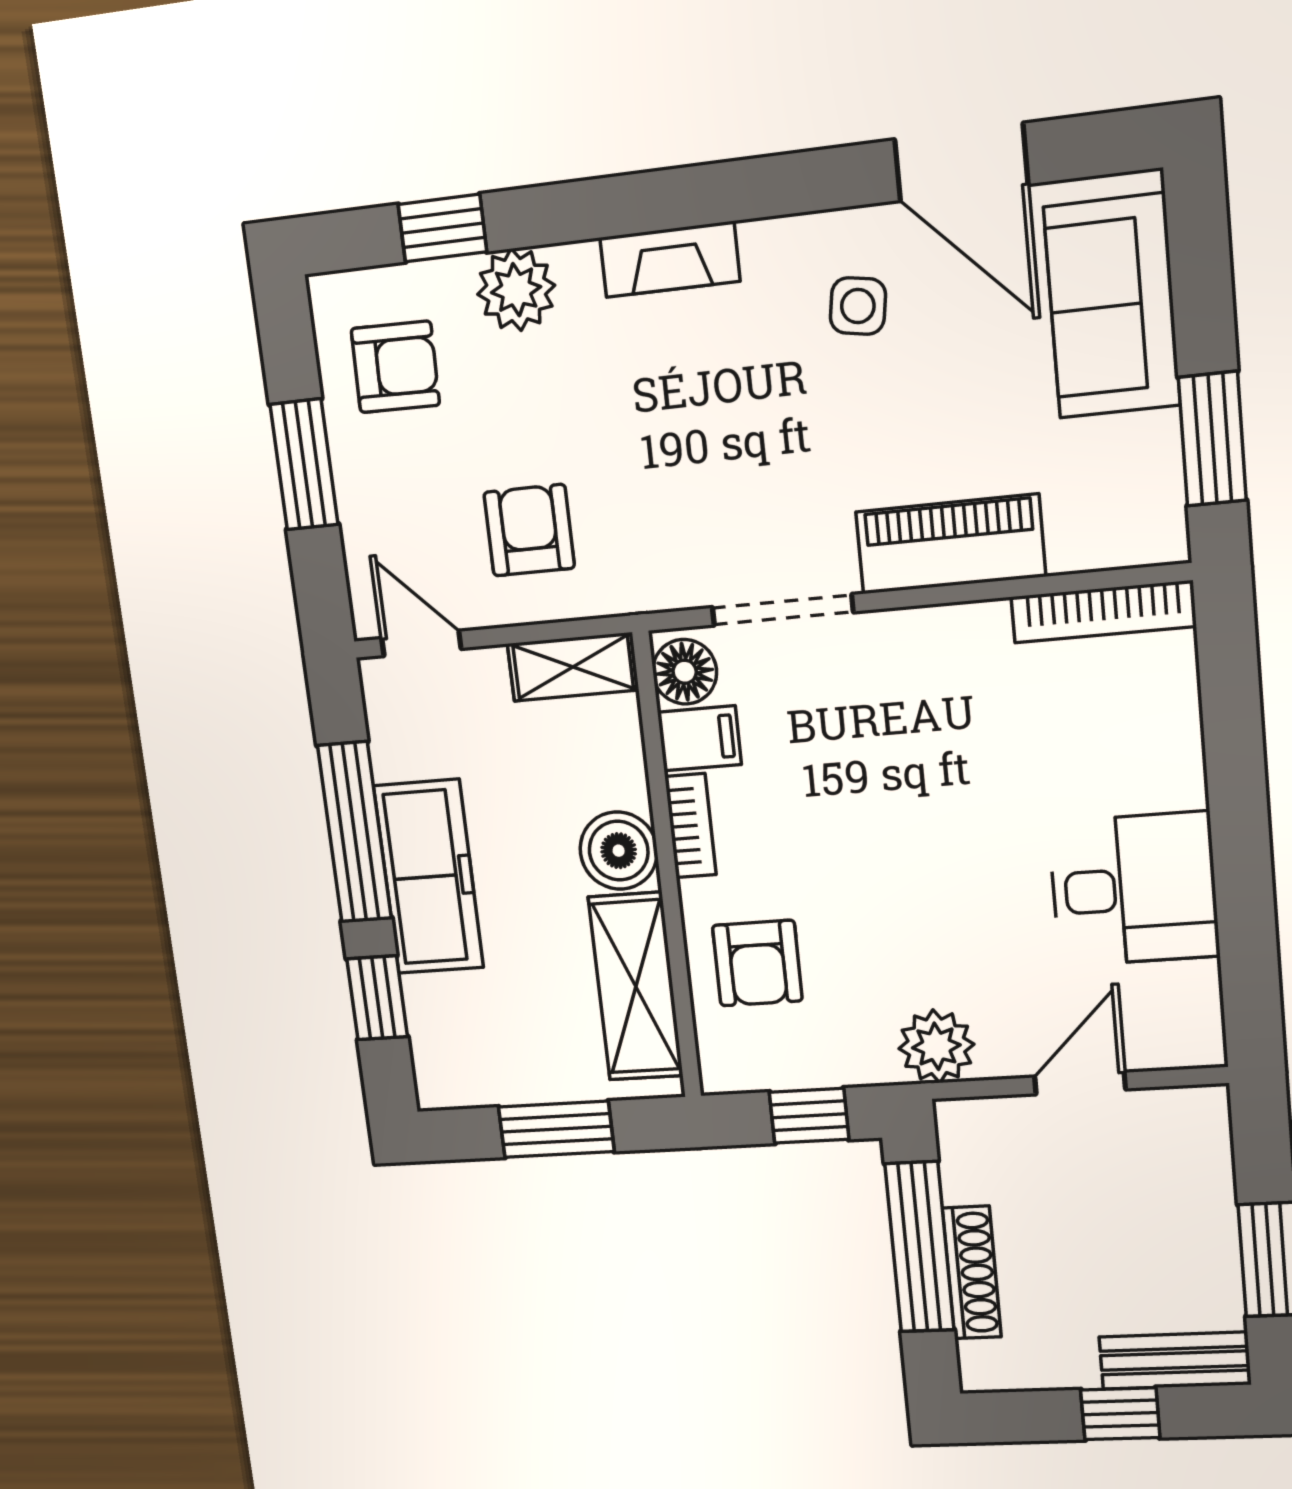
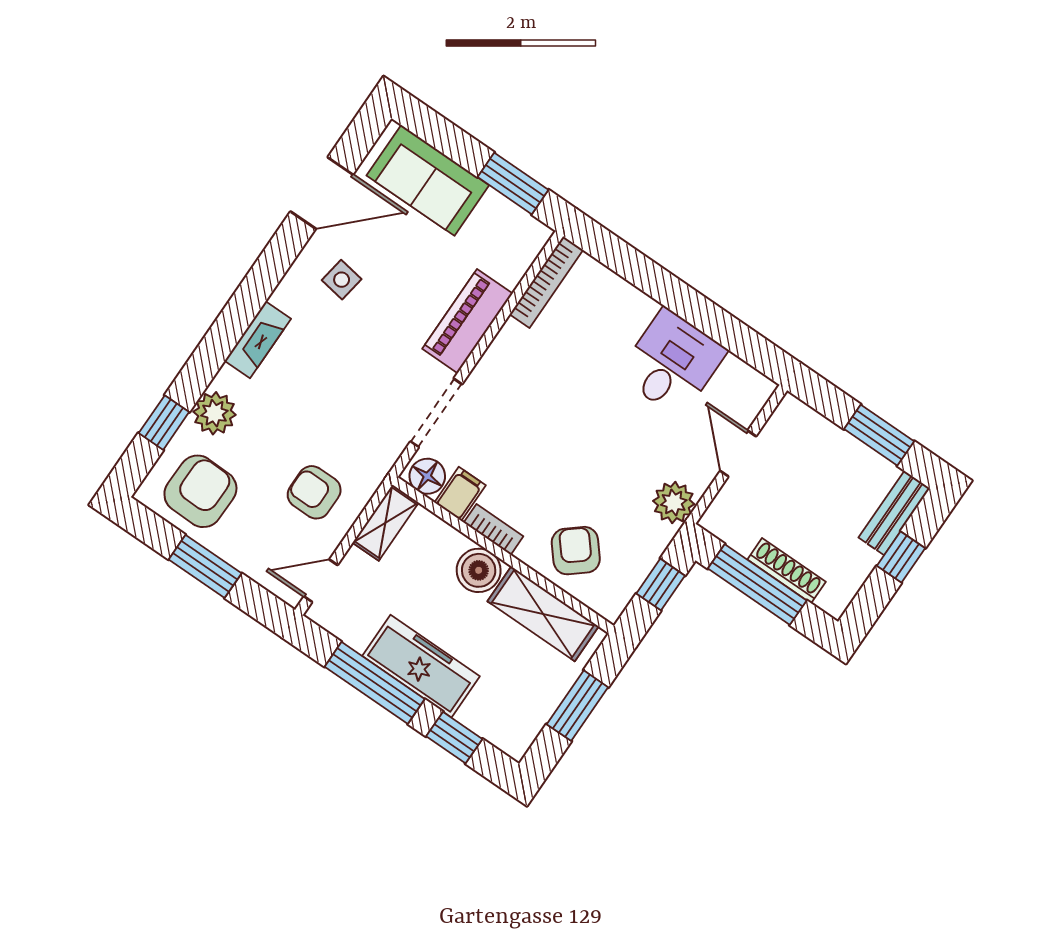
armchair: (395, 367) -> (200, 491), width x1.38, depth x1.38
armchair: (757, 963) -> (576, 551), turned -130

